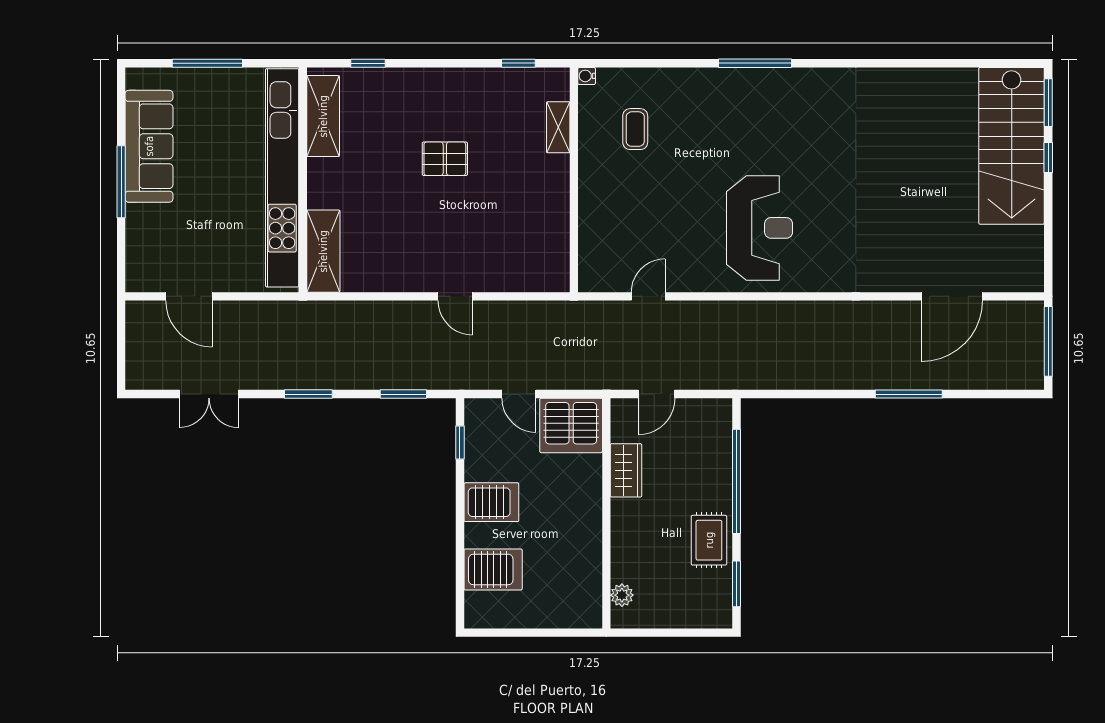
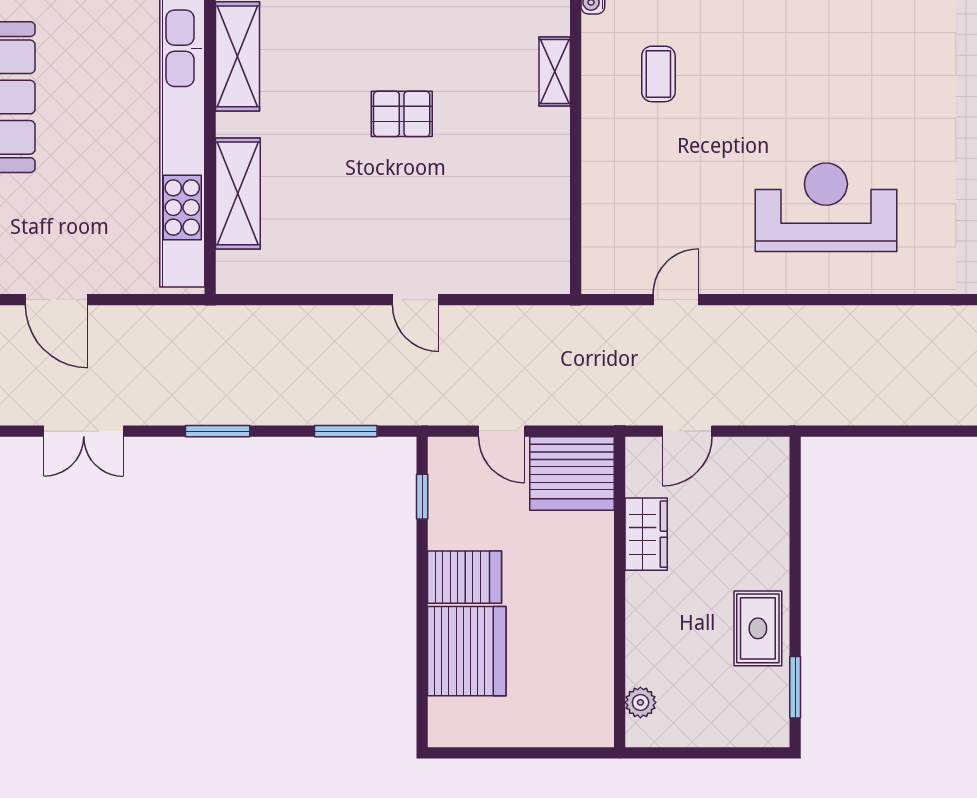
reception desk: (759, 228) -> (826, 207), turned -90
shelving: (323, 251) -> (238, 193), moved
window: (737, 481) -> (795, 549), removed
server rack: (493, 569) -> (467, 651), width x1.60

